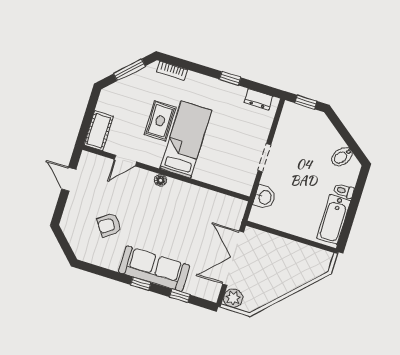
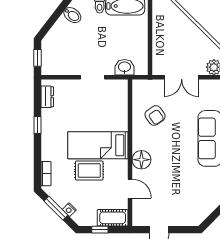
nightstand: (123, 85) -> (69, 210), added
window: (90, 112) -> (100, 230), added
floor lamp: (161, 180) -> (141, 160), width x1.89, depth x1.89
armchair: (109, 225) -> (155, 115), moved
double door: (233, 258) -> (182, 77), width x0.73

